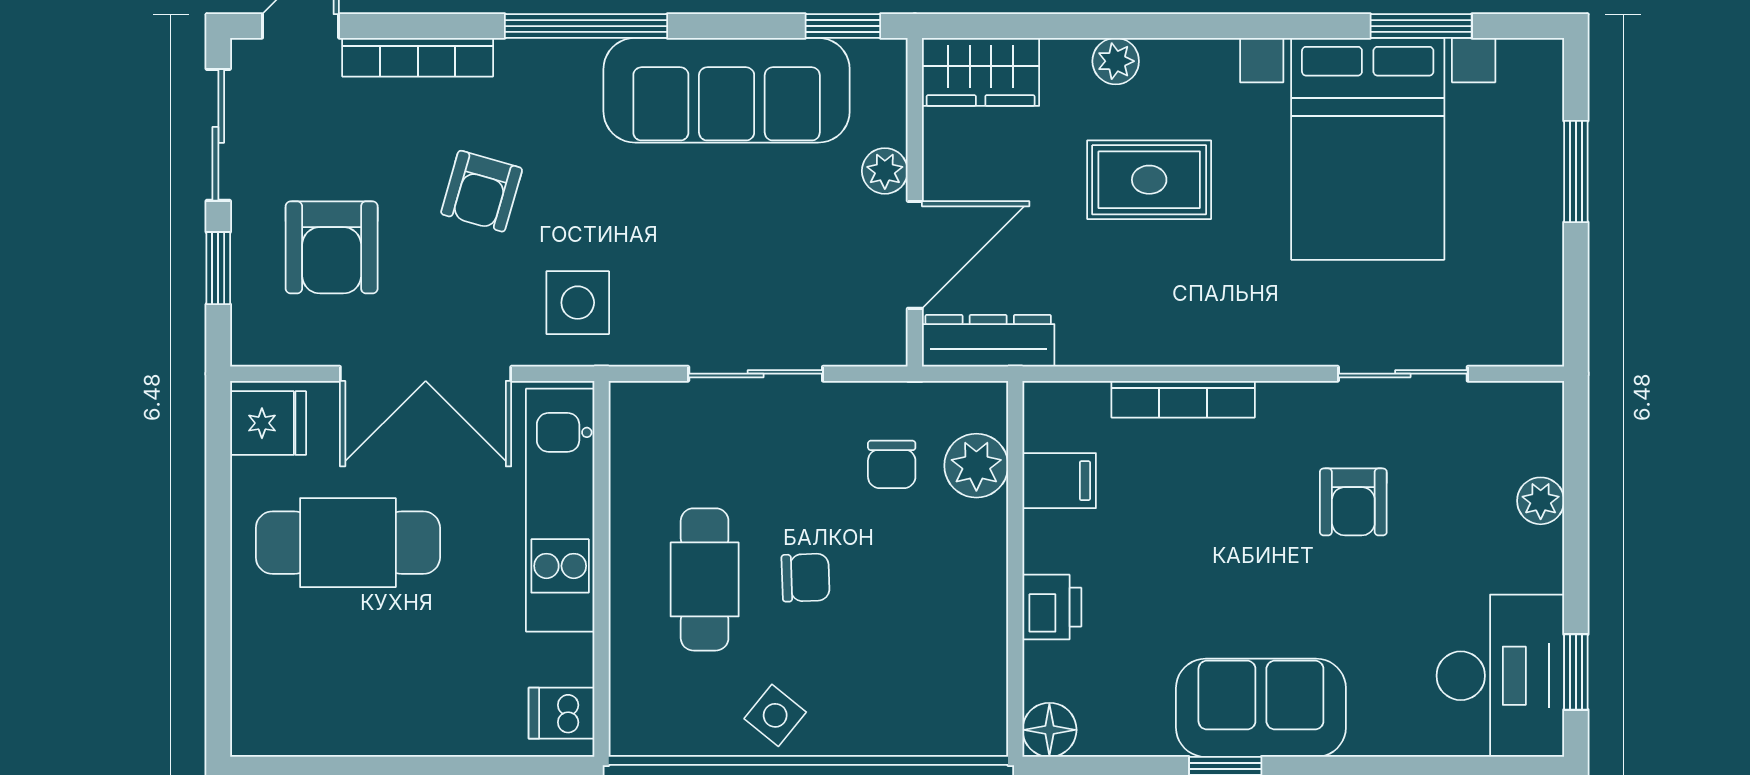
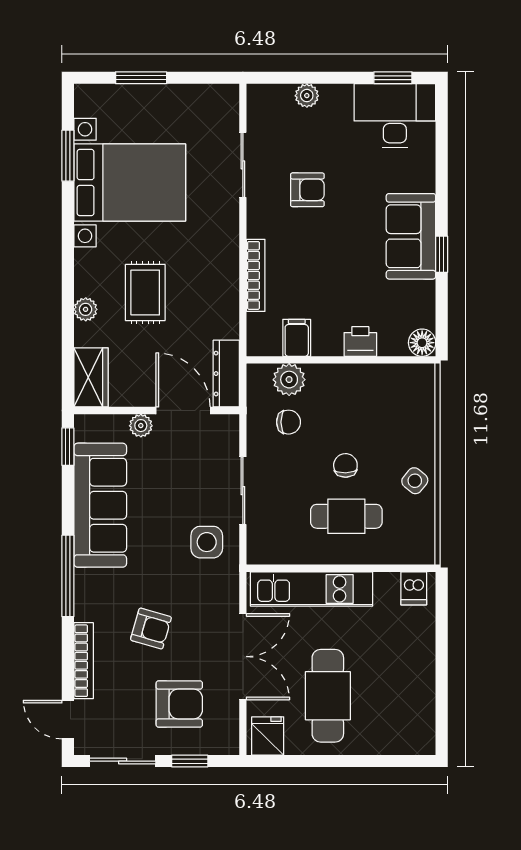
side table: (578, 303) -> (207, 542), moved

